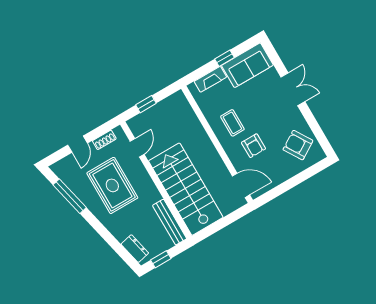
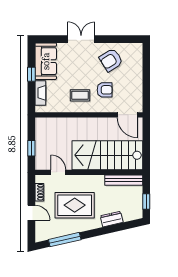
armchair: (298, 145) -> (111, 60), moved
door: (241, 185) -> (127, 115), swing flipped
dresser: (135, 249) -> (112, 219), moved

